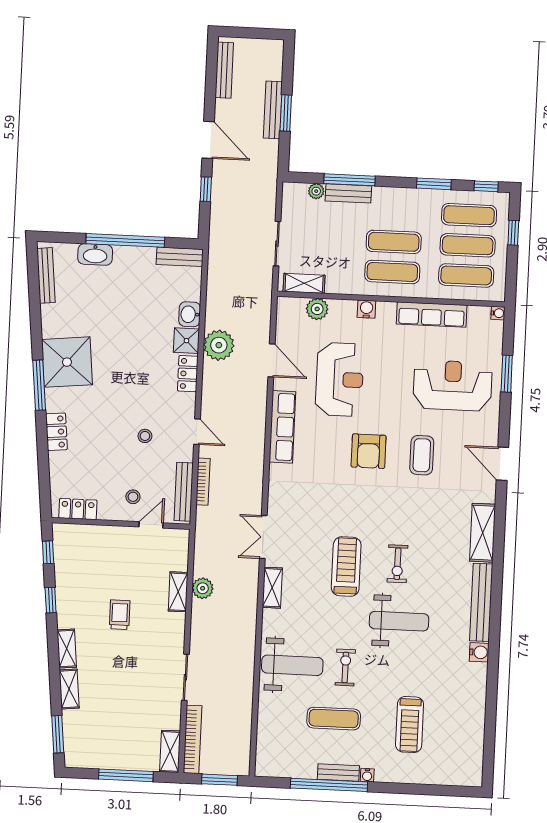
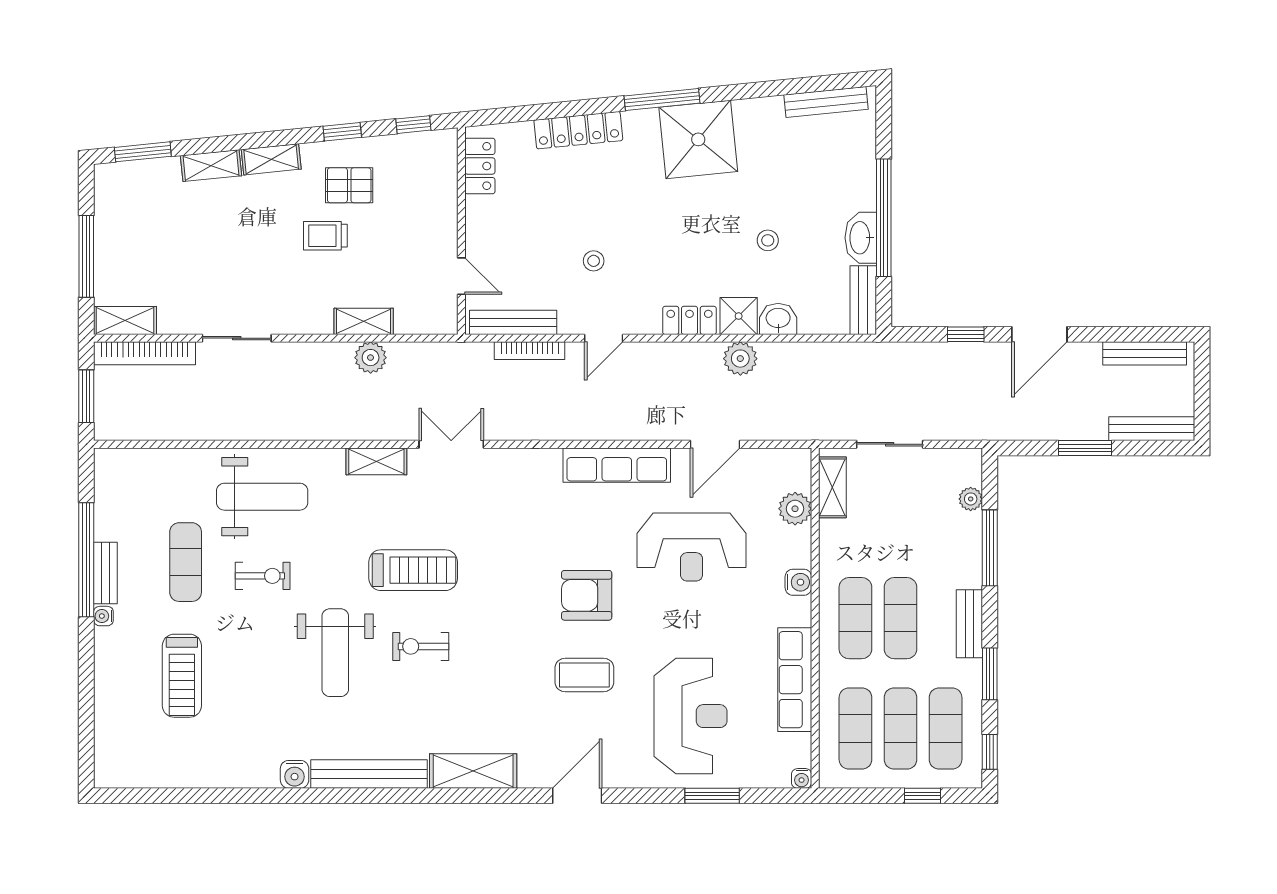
bench: (273, 110) -> (1152, 429), moved
bench: (348, 193) -> (969, 624), moved
washbasin: (95, 254) -> (861, 238), moved
plant: (219, 345) -> (740, 359), width x0.73, depth x0.73
locker: (56, 432) -> (578, 130), width x1.53
stool: (133, 497) -> (768, 240), moved
pallet: (87, 597) -> (349, 185), added
trolley: (120, 615) -> (325, 236), turned 180
weight bench: (292, 665) -> (262, 497), turned -90
treadmill: (410, 725) -> (182, 676), turned -90

